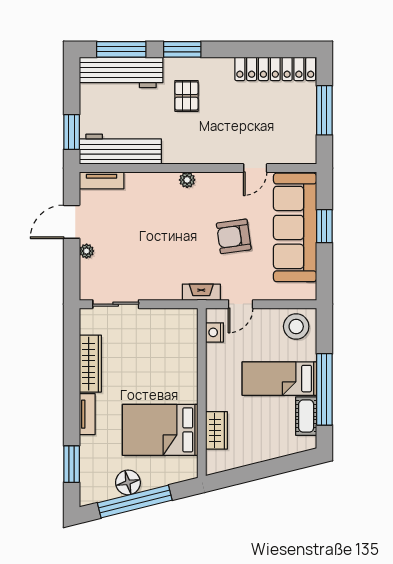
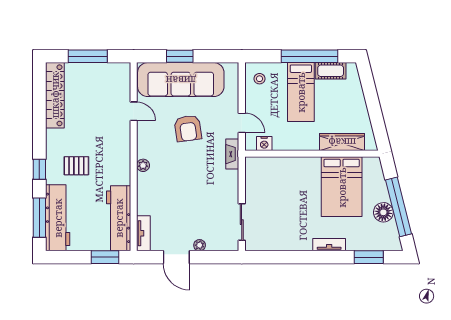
window: (182, 49) -> (39, 169), width x0.67
stool: (296, 326) -> (259, 79), width x0.53, depth x0.53
wardrobe: (90, 364) -> (289, 242), removed
wardrobe: (217, 430) -> (342, 142), width x1.50

